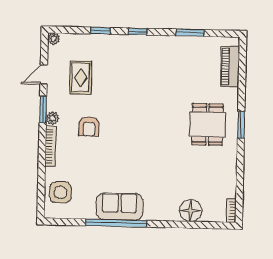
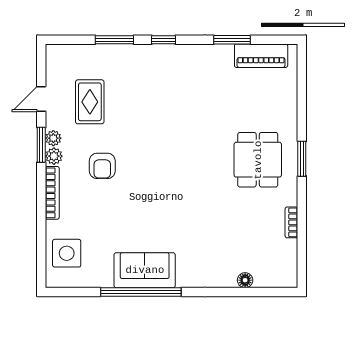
window: (100, 31) -> (114, 40), width x1.50
plant: (54, 39) -> (53, 138), moved
piano: (230, 66) -> (261, 56), moved, turned -90
floor lamp: (191, 211) -> (245, 280), width x0.53, depth x0.53
bookcase: (231, 211) -> (291, 222), moved

